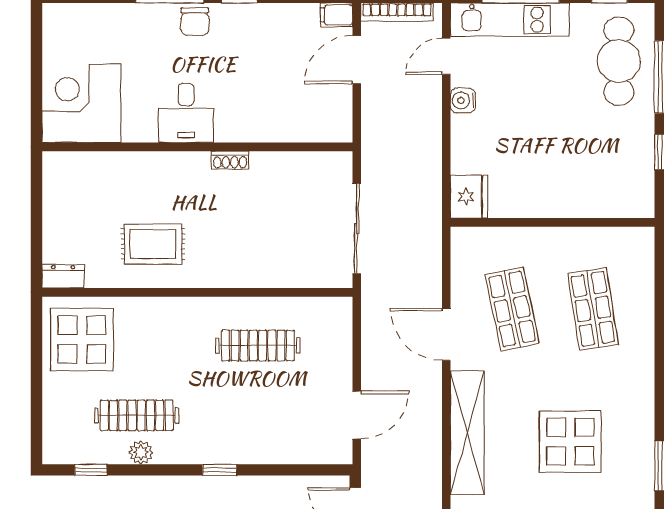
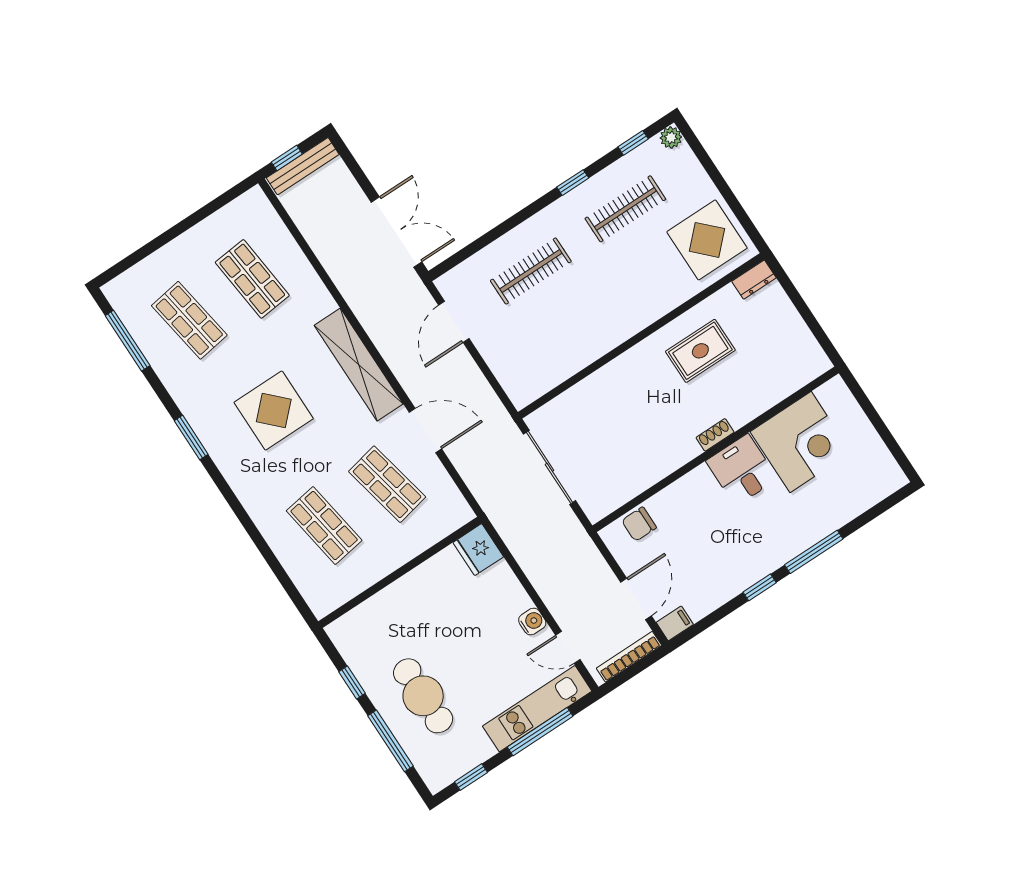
chair: (195, 21) -> (639, 524), moved, turned -90
door: (446, 56) -> (568, 647), swing flipped
cafe table: (619, 61) -> (423, 696), moved
corner desk: (81, 103) -> (801, 442), moved
shoe rack: (230, 160) -> (715, 435), moved
clothes rail: (258, 345) -> (531, 271), moved
plant: (141, 452) -> (671, 138), moved
window: (220, 470) -> (573, 183), moved

